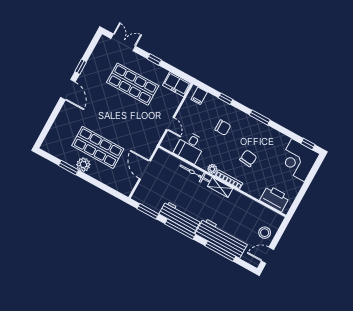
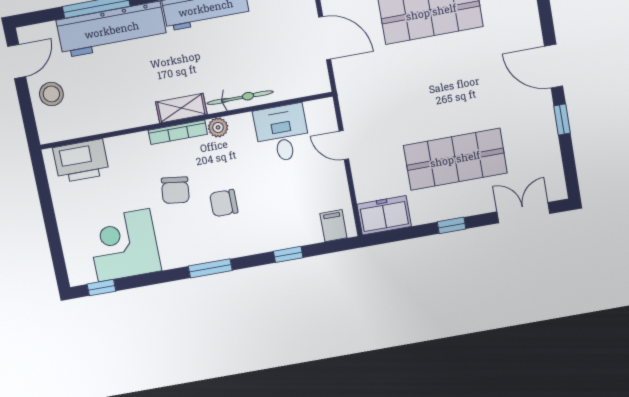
double door: (123, 42) -> (523, 213), swing flipped
chair: (223, 128) -> (224, 203), moved
corner desk: (298, 160) -> (124, 245), moved, turned -90

